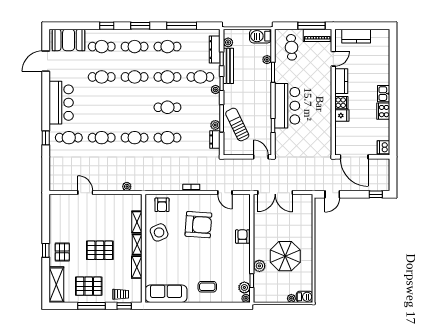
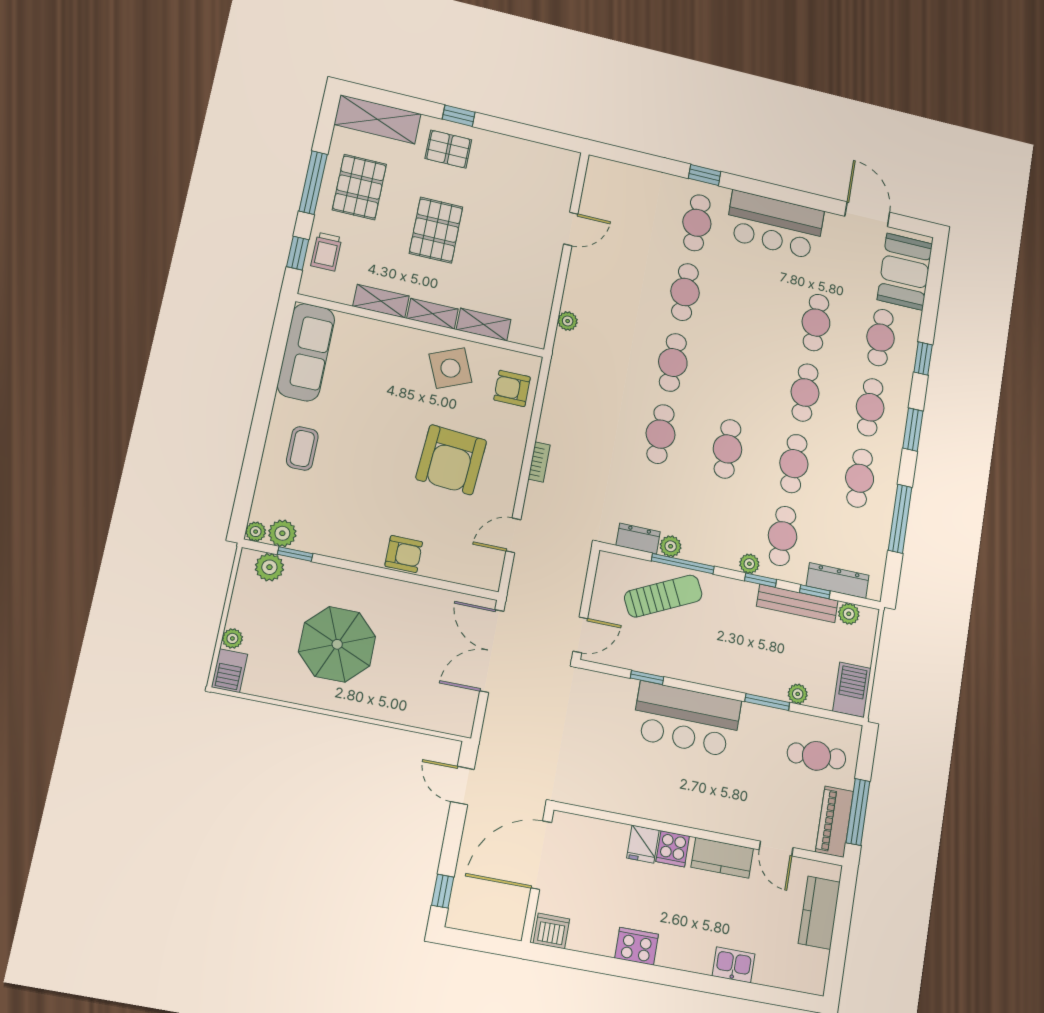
kitchen sink: (384, 94) -> (734, 965), moved
plant: (259, 266) -> (269, 567), moved

